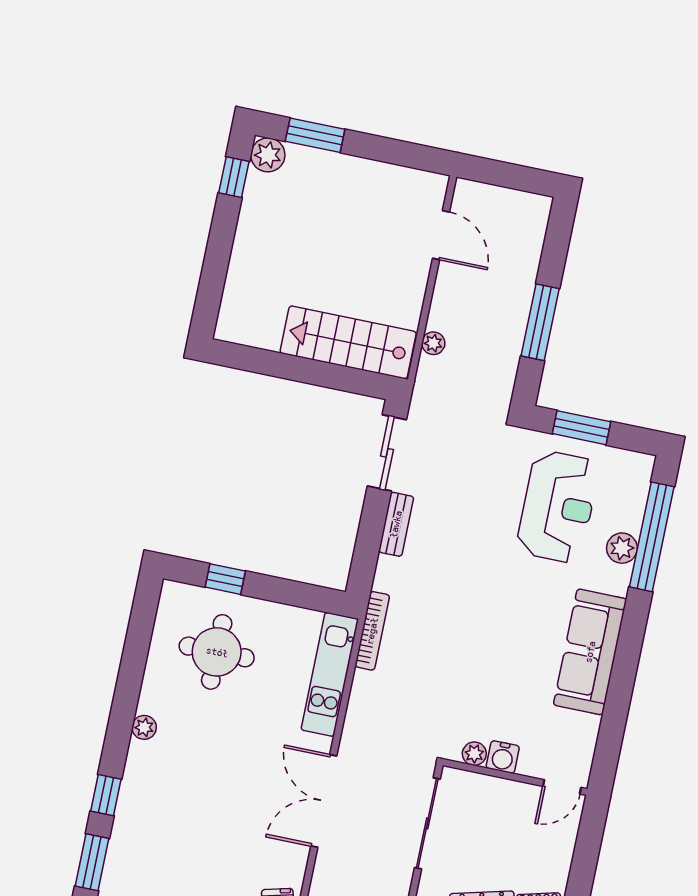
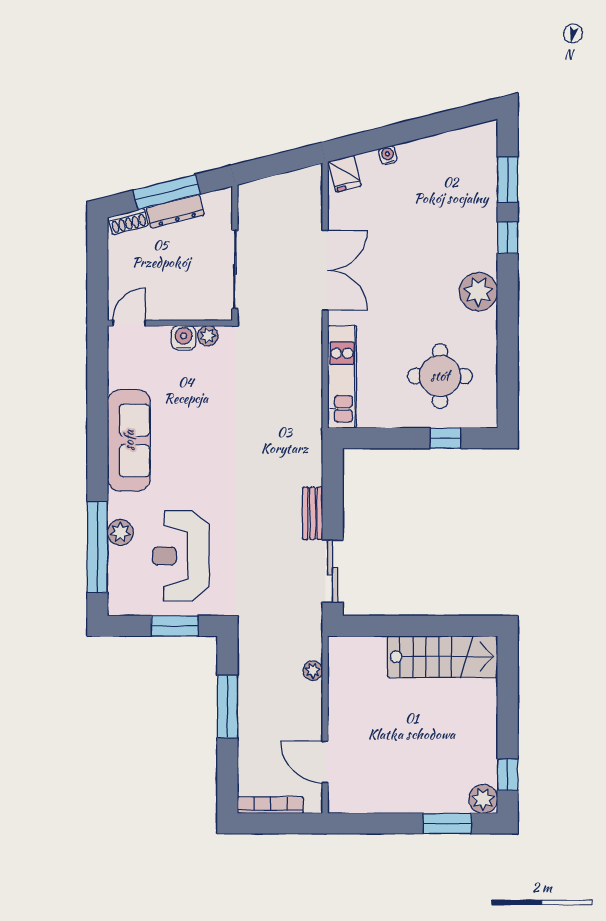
stairs: (348, 342) -> (442, 657), moved
bookcase: (372, 631) -> (270, 805), moved, turned 90
plant: (144, 727) -> (478, 292), width x1.87, depth x1.87

